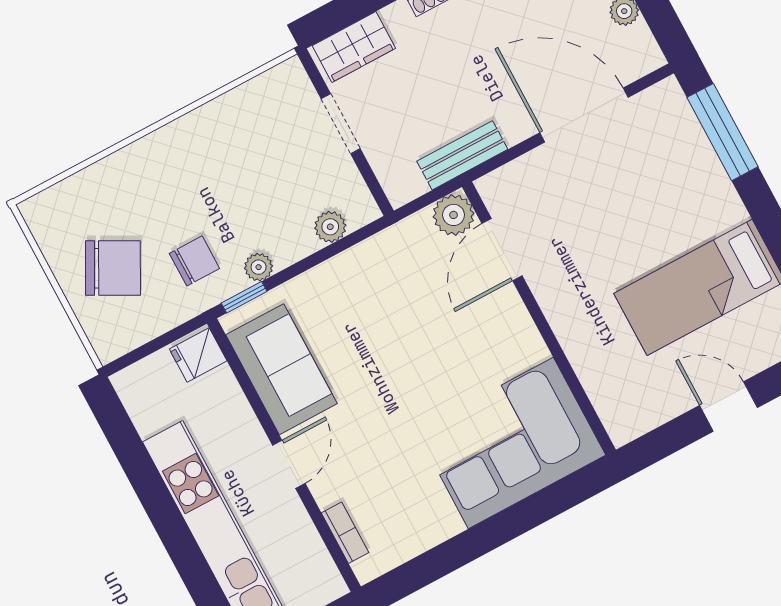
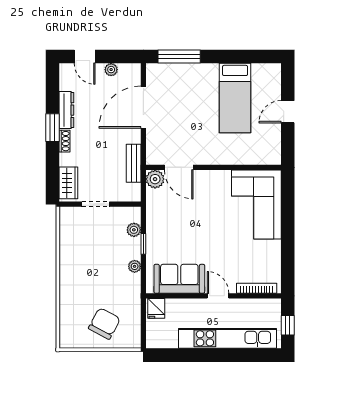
chair: (194, 261) -> (119, 290), removed
window: (244, 297) -> (143, 244), moved
bookcase: (345, 533) -> (257, 288), width x1.56

